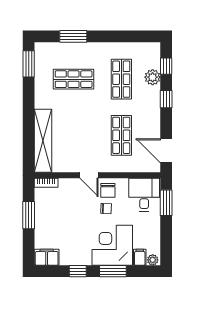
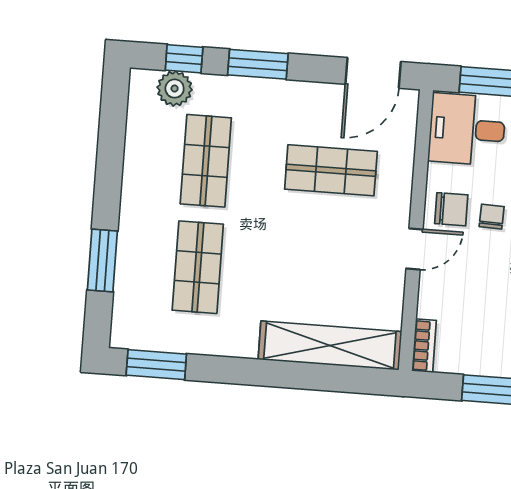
plant: (153, 77) -> (175, 89), moved
shop shelf: (121, 79) -> (206, 161), turned 90
window: (166, 99) -> (258, 64), width x1.50

